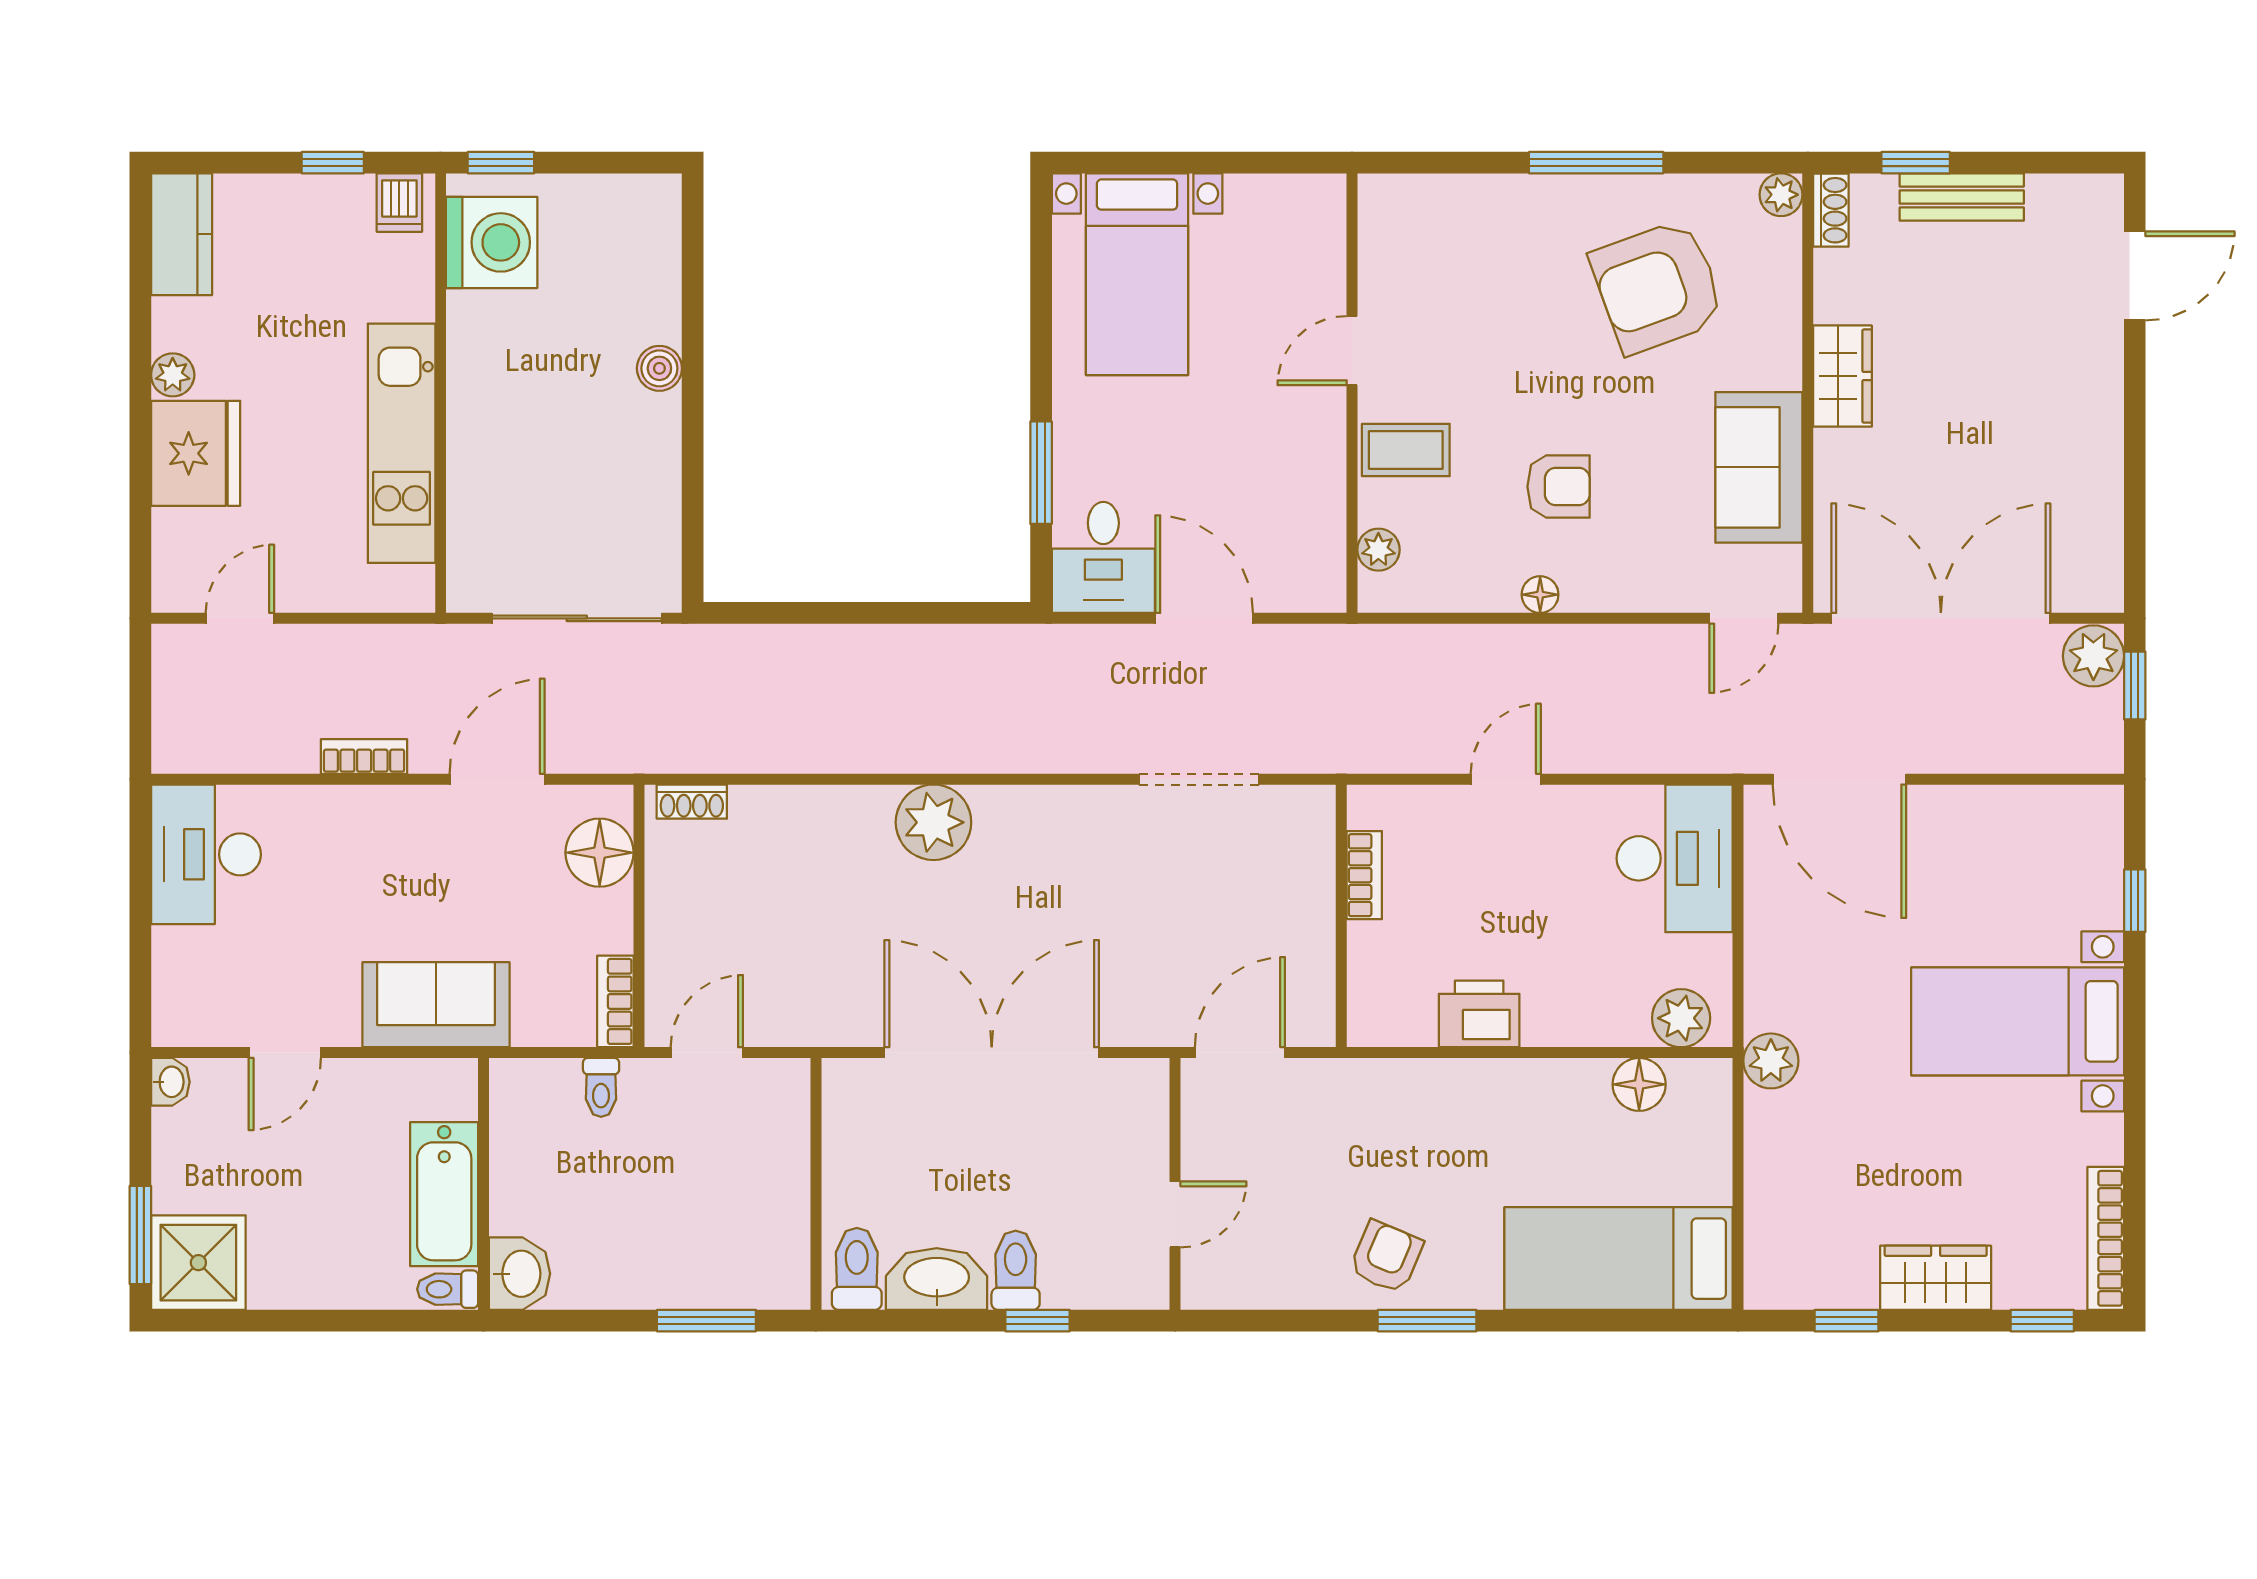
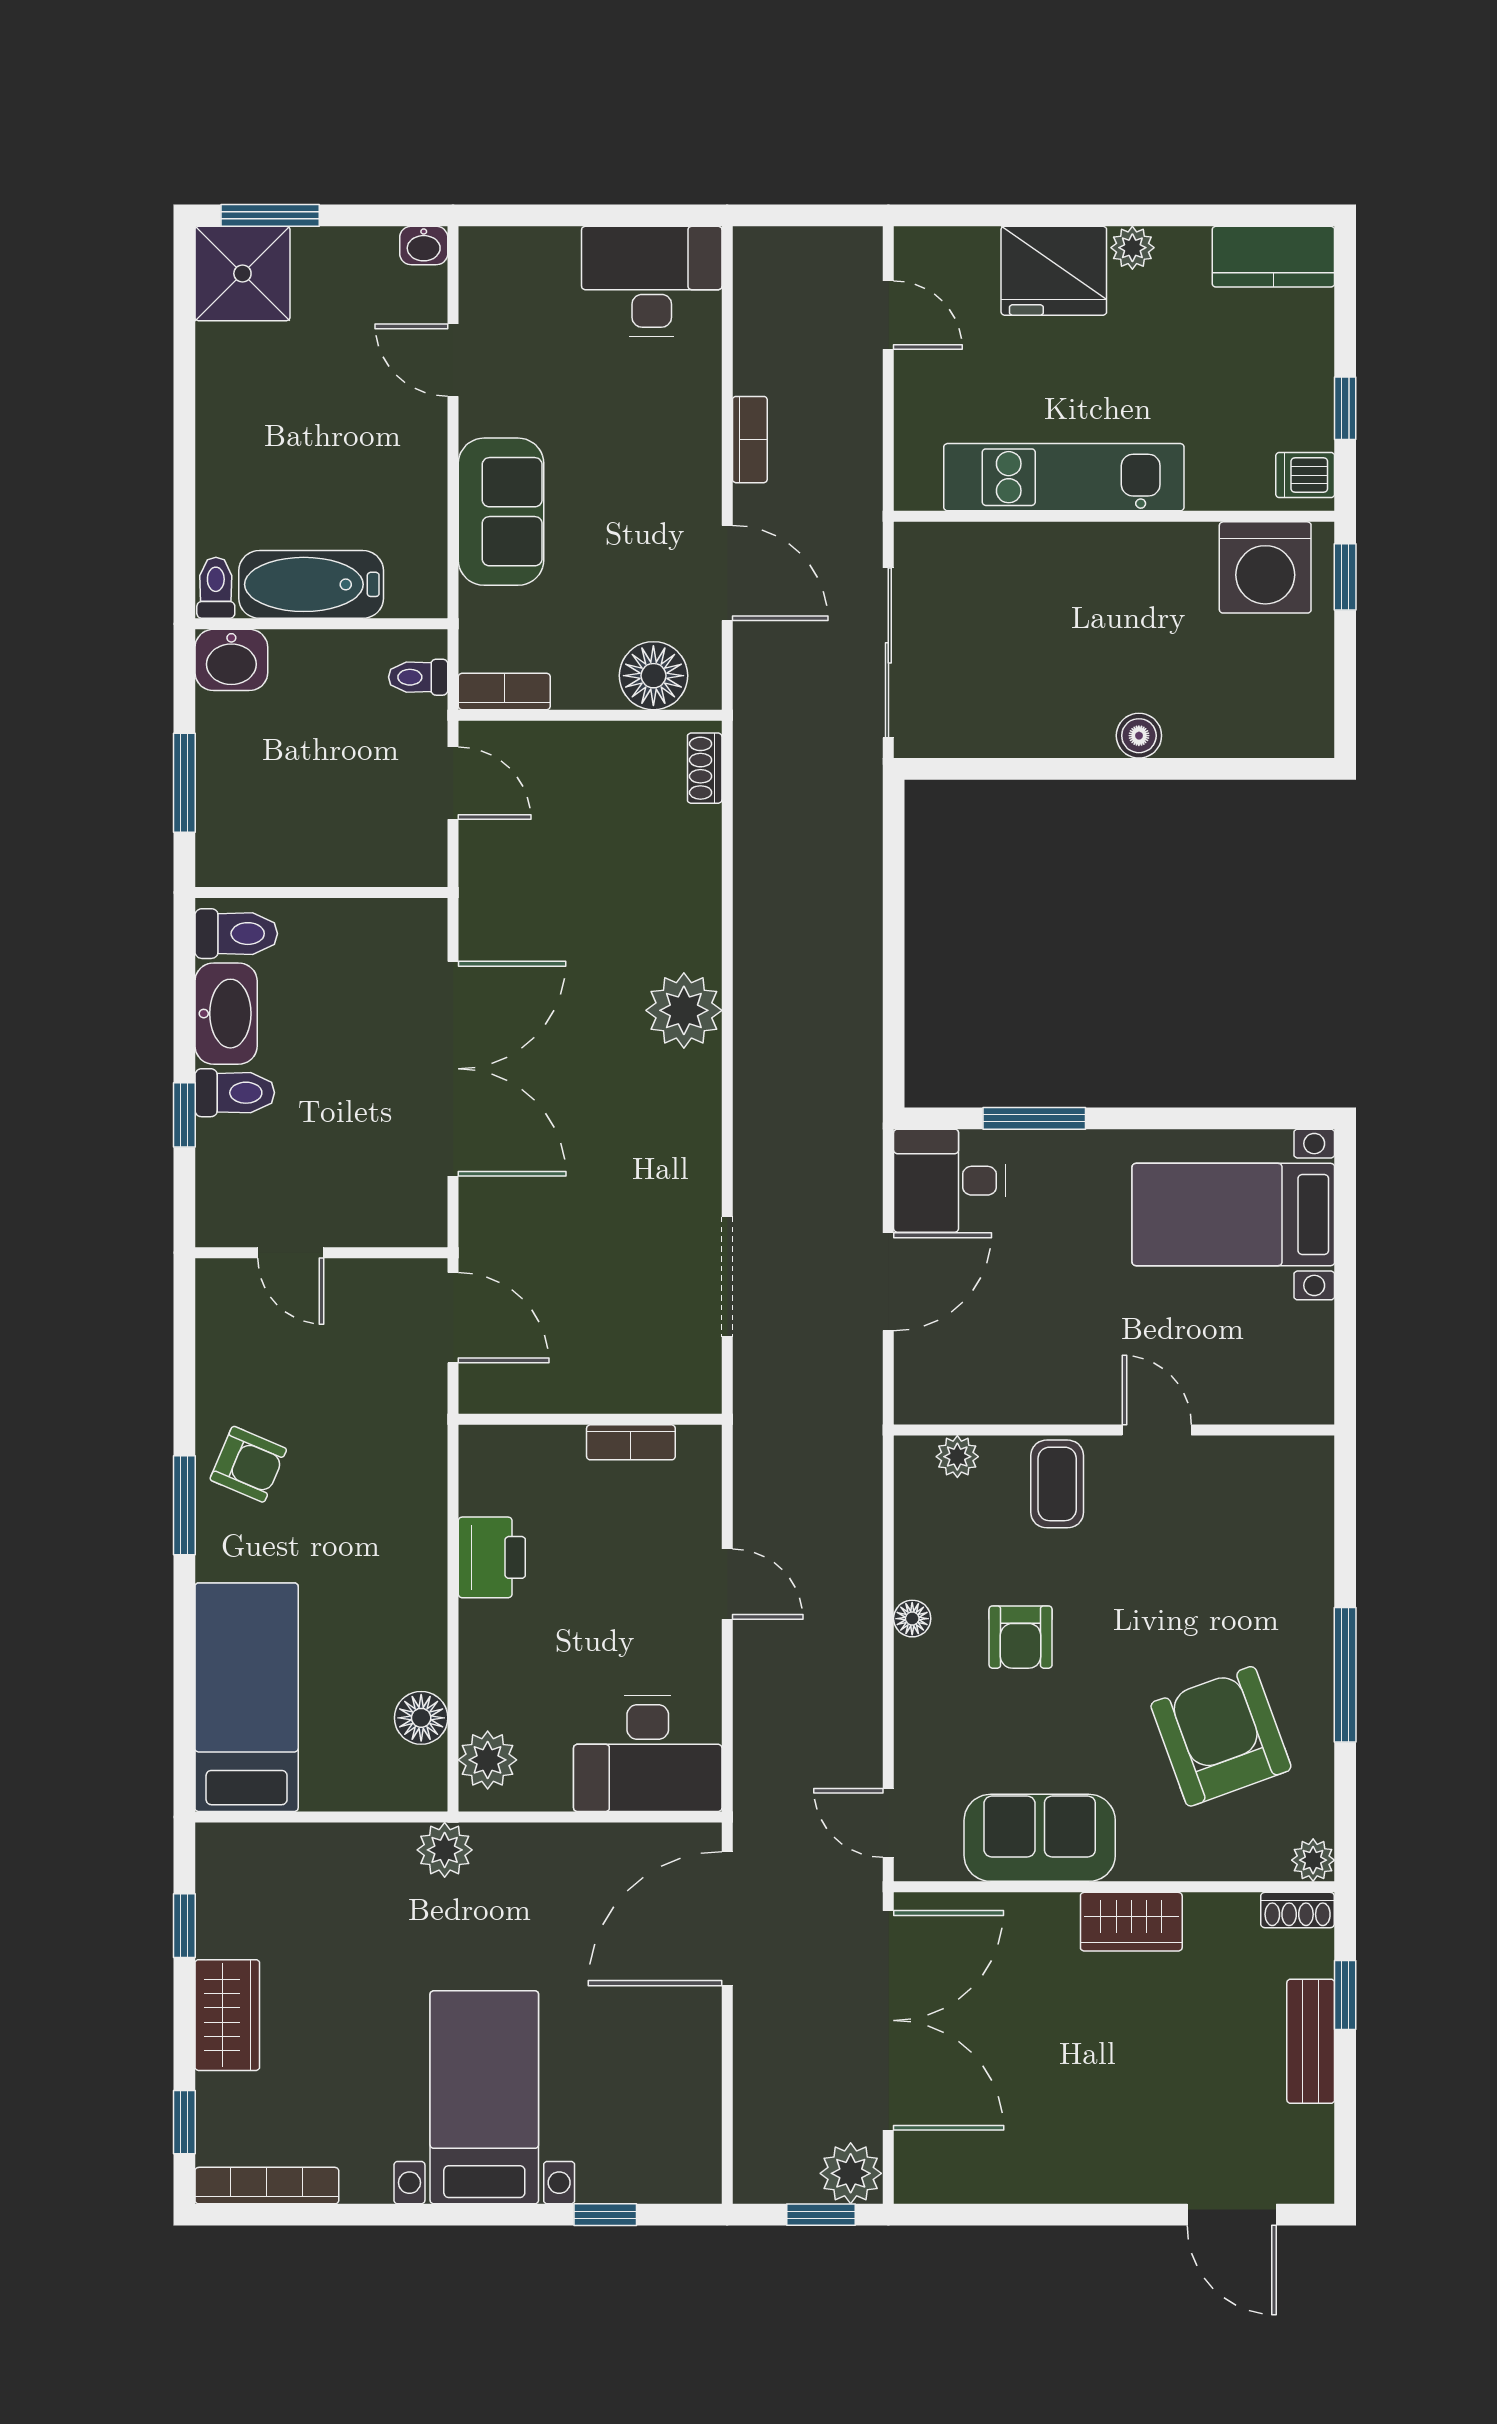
wall: (484, 1184) -> (321, 624), moved
bathtub: (444, 1194) -> (311, 584), moved
washbasin: (520, 1274) -> (231, 660), moved
toilet: (448, 1289) -> (216, 588), moved

